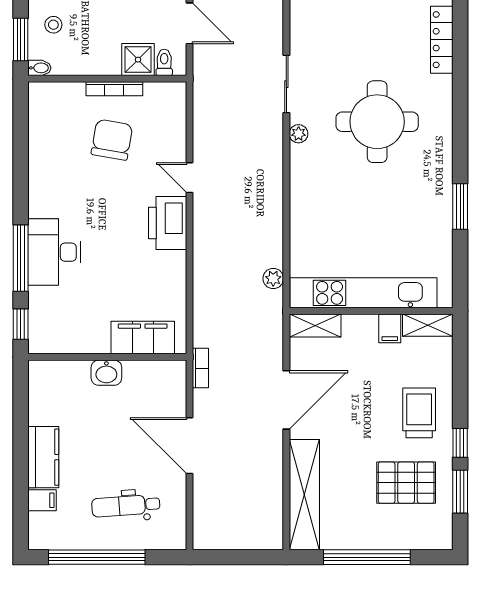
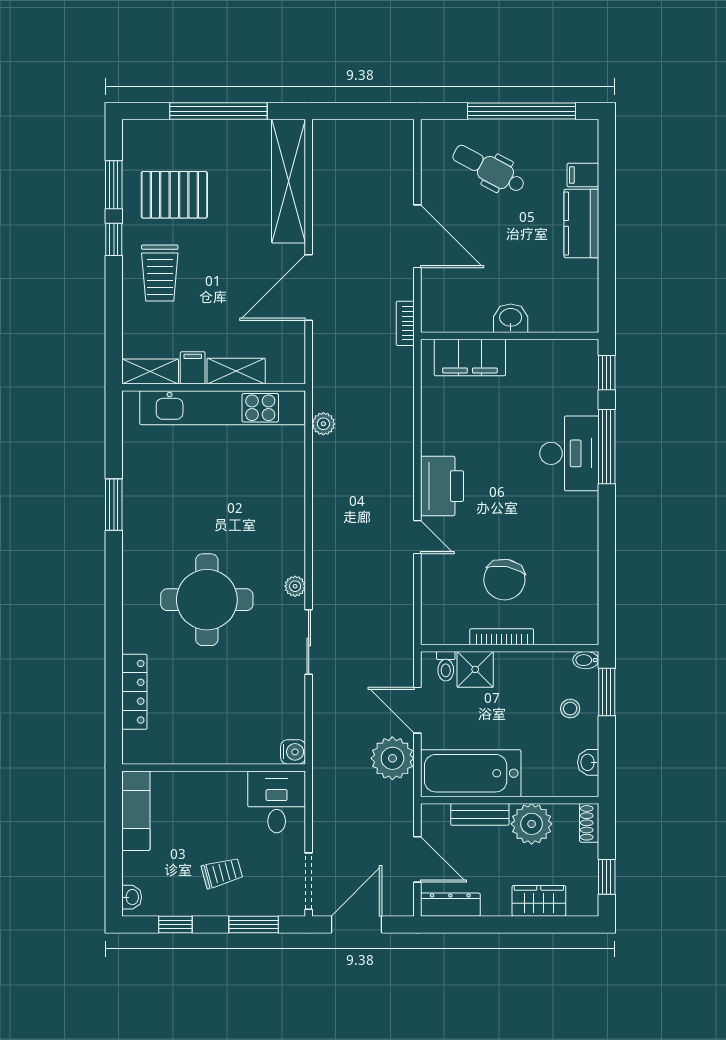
shelving: (315, 325) -> (236, 371), moved
dental chair: (126, 506) -> (489, 169), turned -148

